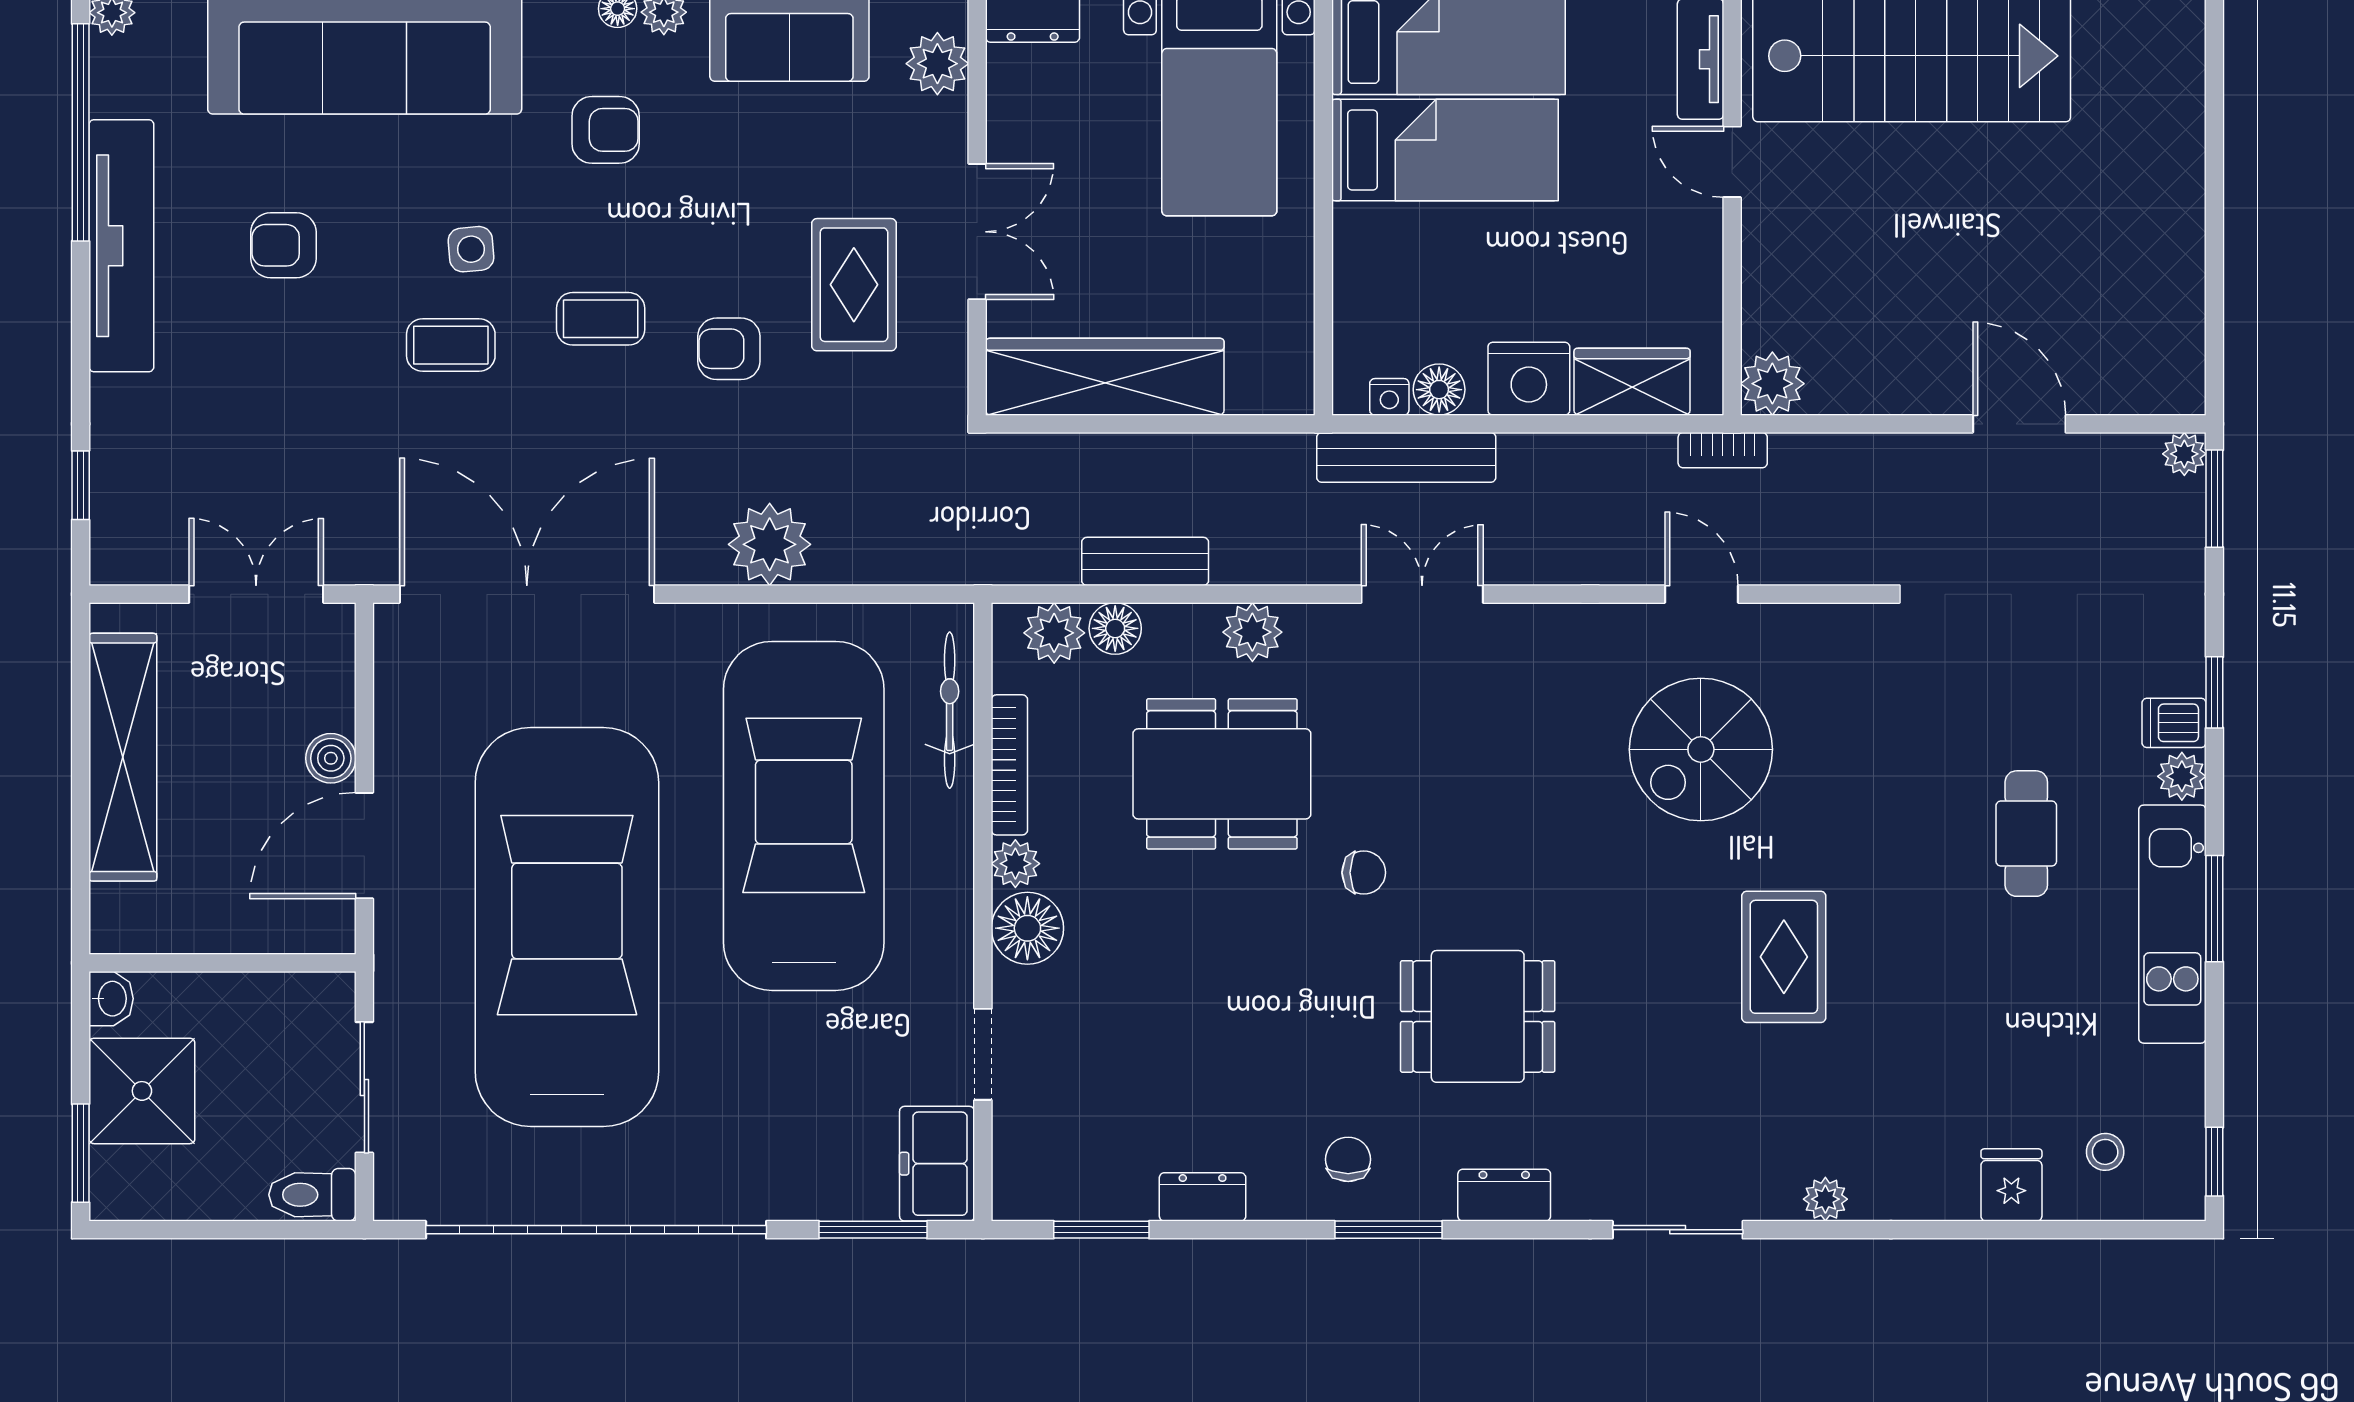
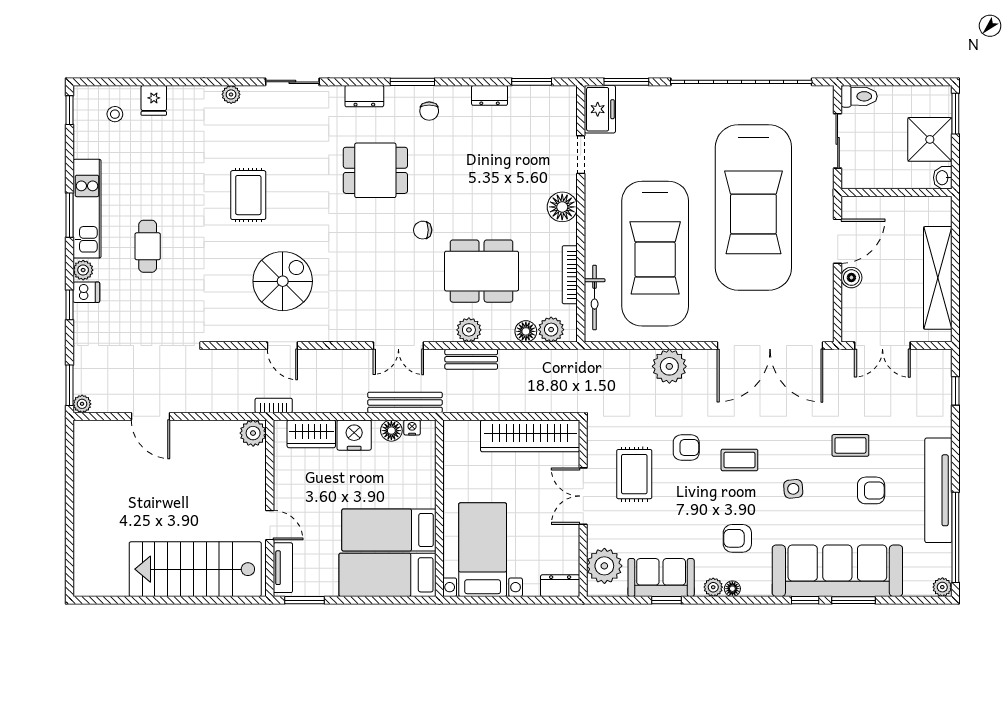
plant: (937, 64) -> (604, 566), width x1.36, depth x1.36
coffee table: (451, 345) -> (850, 445), moved
bench: (1145, 561) -> (471, 359), moved
plant: (1015, 864) -> (567, 234), removed

